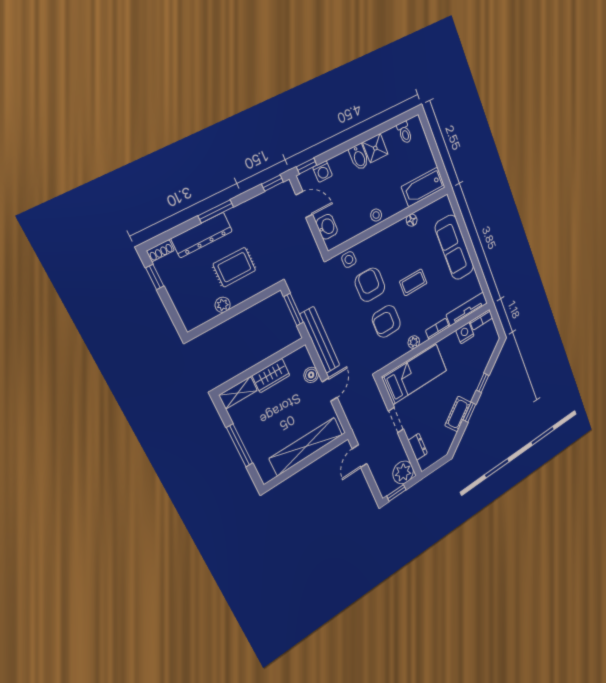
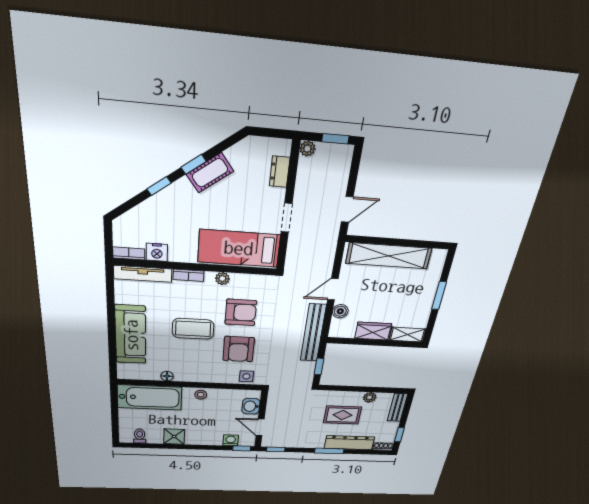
bidet: (359, 157) -> (193, 437), removed
bathtub: (423, 187) -> (150, 397), width x1.36, depth x1.36
coffee table: (413, 282) -> (193, 329), width x1.36, depth x1.30
bench: (185, 310) -> (397, 407), added
window: (294, 310) -> (319, 366), width x0.67
window: (240, 446) -> (439, 295), width x0.69
plant: (403, 472) -> (307, 149), width x0.53, depth x0.53

